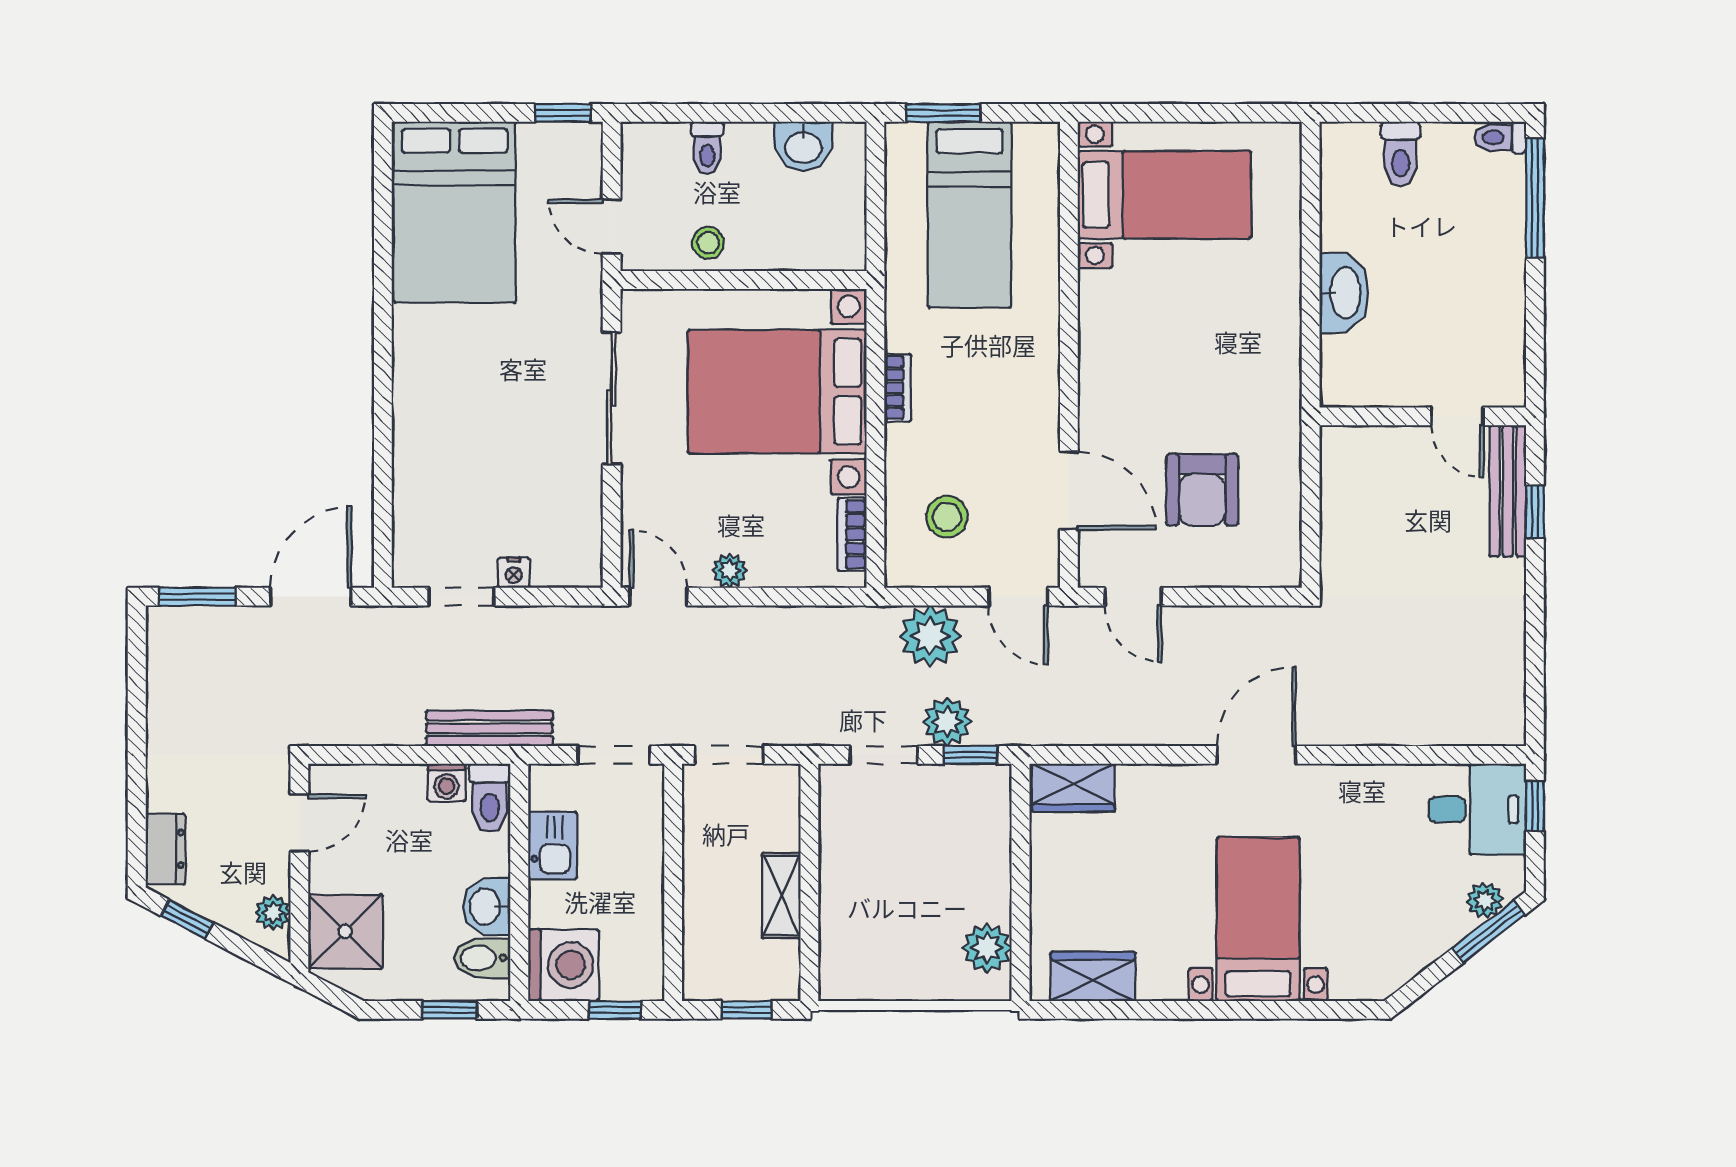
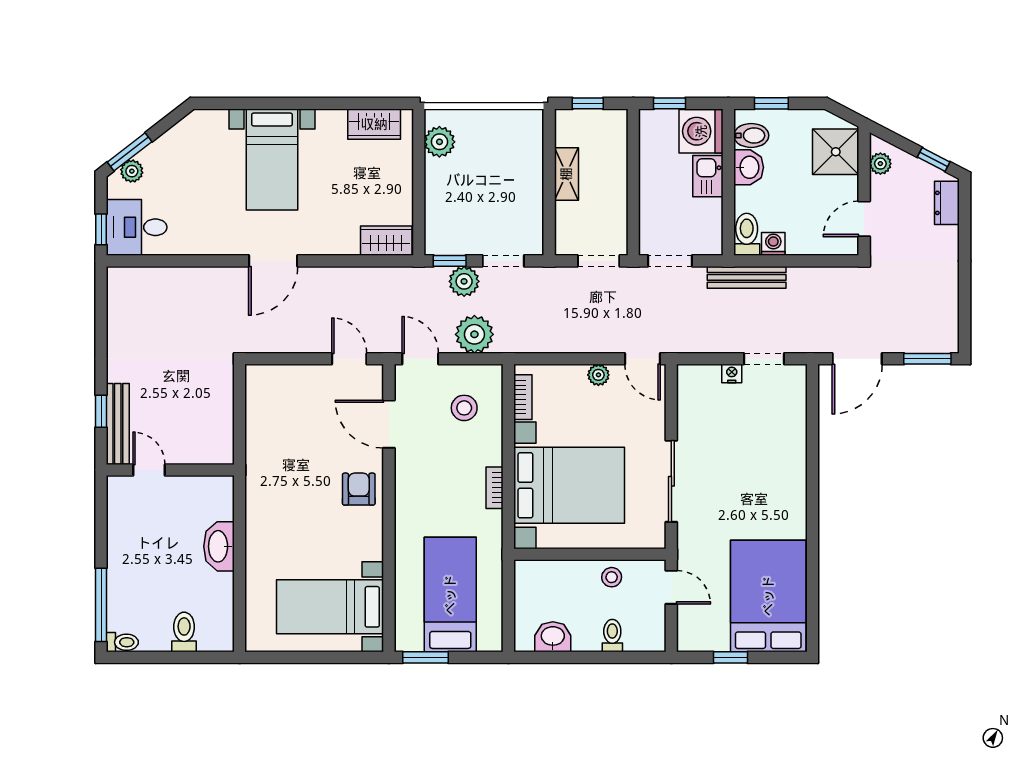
window: (563, 113) -> (731, 657), moved
window: (943, 113) -> (425, 657), moved
armchair: (1202, 490) -> (359, 489), moved, width x0.72, depth x0.72
kitchen sink: (552, 845) -> (708, 176), moved

